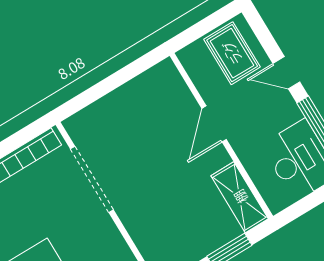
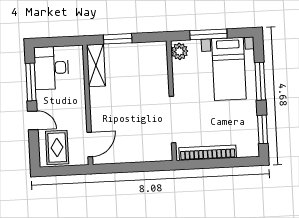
door: (214, 124) -> (90, 144), moved

